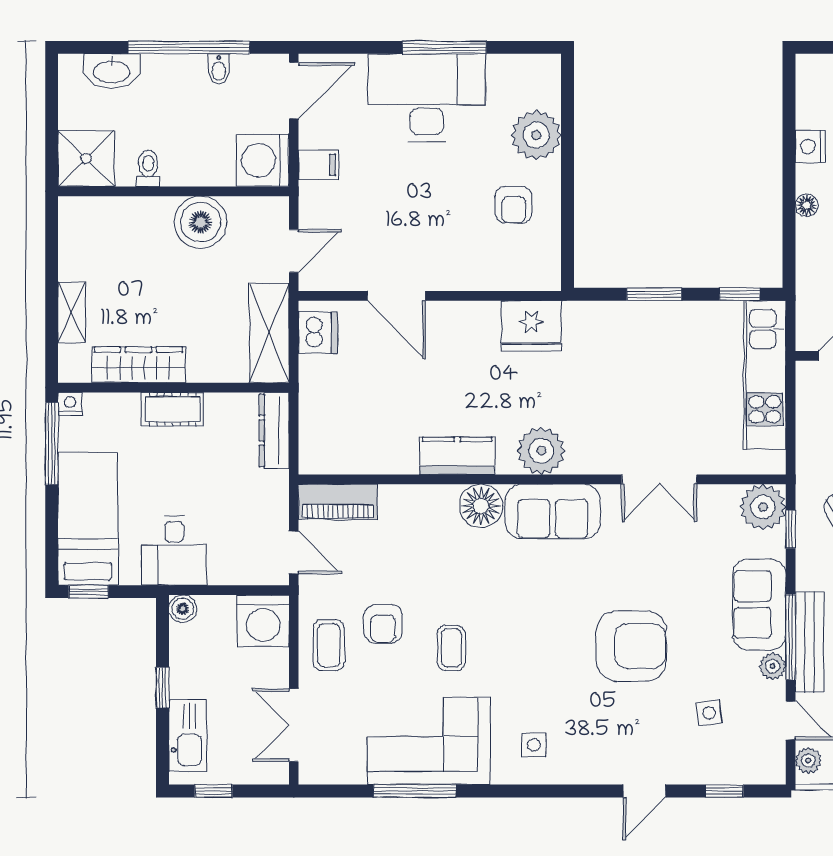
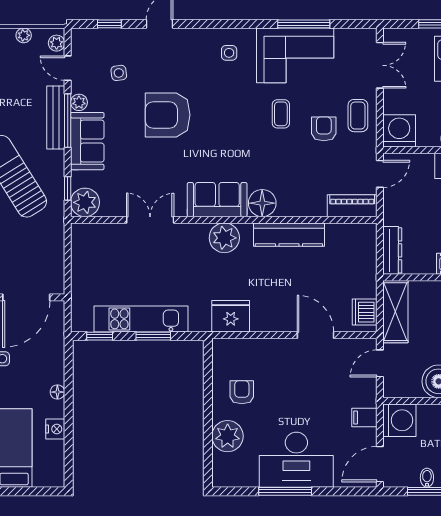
kitchen unit: (765, 375) -> (141, 319), moved, turned -90
kitchen counter: (457, 456) -> (289, 235), width x1.50
door: (294, 552) -> (380, 174), swing flipped

